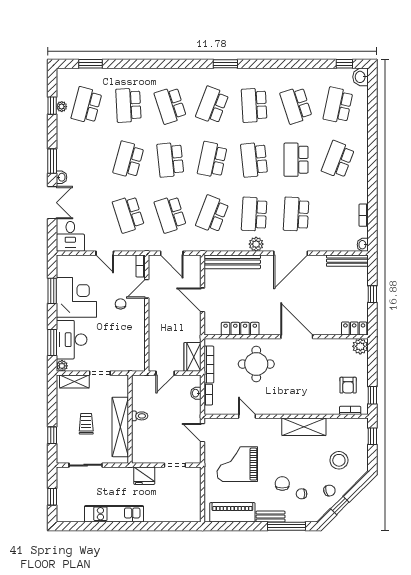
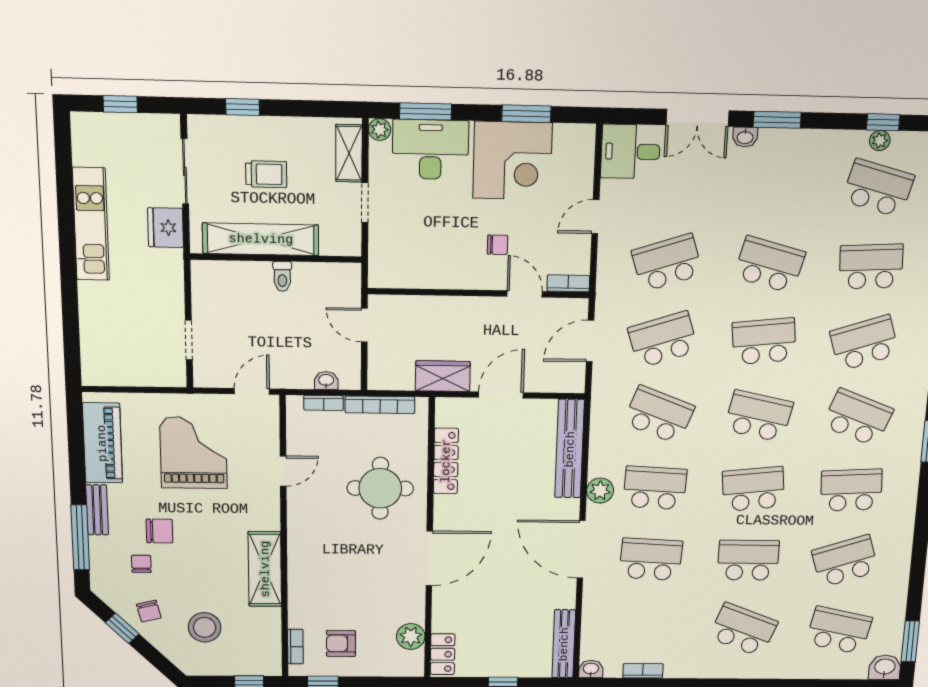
window: (344, 64) -> (910, 641), width x1.50
plant: (360, 346) -> (411, 636), moved
wardrobe: (192, 357) -> (443, 376), moved
fridge: (144, 476) -> (166, 228), moved

